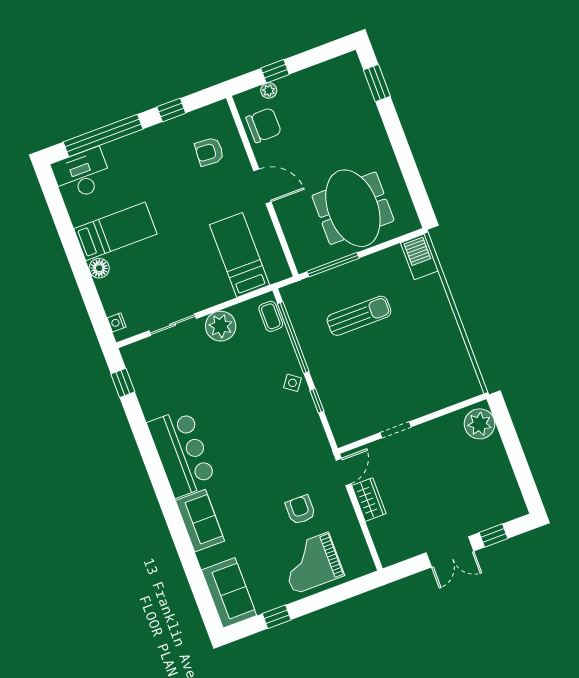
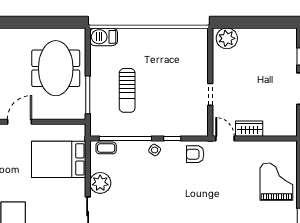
meeting table: (353, 208) -> (56, 68), turned 90
bed: (240, 255) -> (59, 159), width x1.50
sun lounger: (359, 316) -> (127, 90), turned 180
armchair: (300, 510) -> (195, 154), moved
grand piano: (311, 563) -> (276, 182), turned 180

